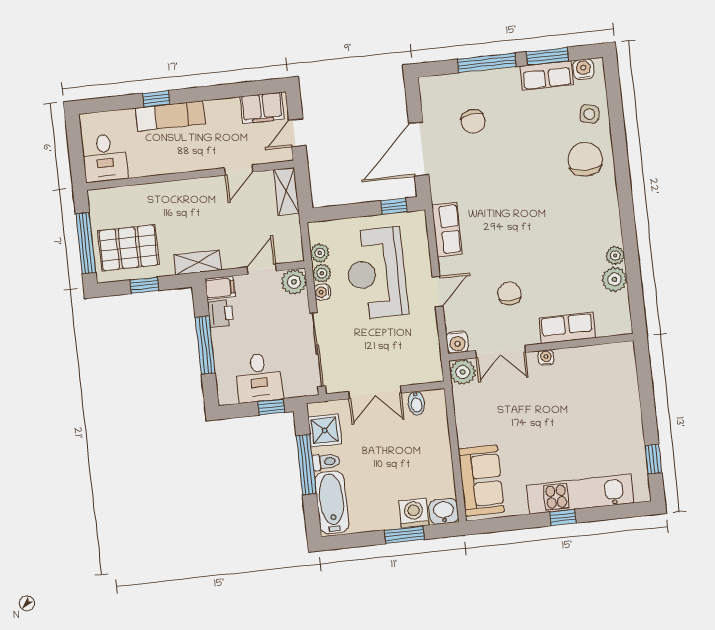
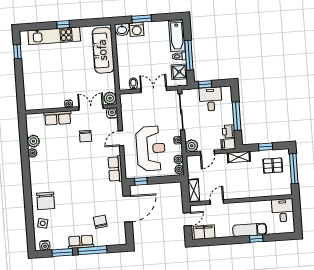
row of seats: (547, 75) -> (81, 242), moved
pallet: (128, 248) -> (273, 166), width x0.67, depth x0.71
plant: (322, 273) -> (179, 169), moved
sofa: (481, 481) -> (103, 50), width x1.36

